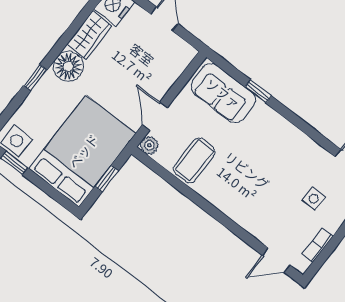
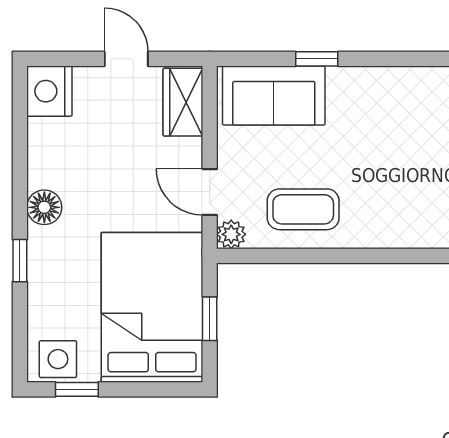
wardrobe: (89, 35) -> (183, 102), moved, turned 180
floor lamp: (68, 66) -> (44, 207), width x0.73, depth x0.73
coffee table: (194, 160) -> (303, 209), turned 90

